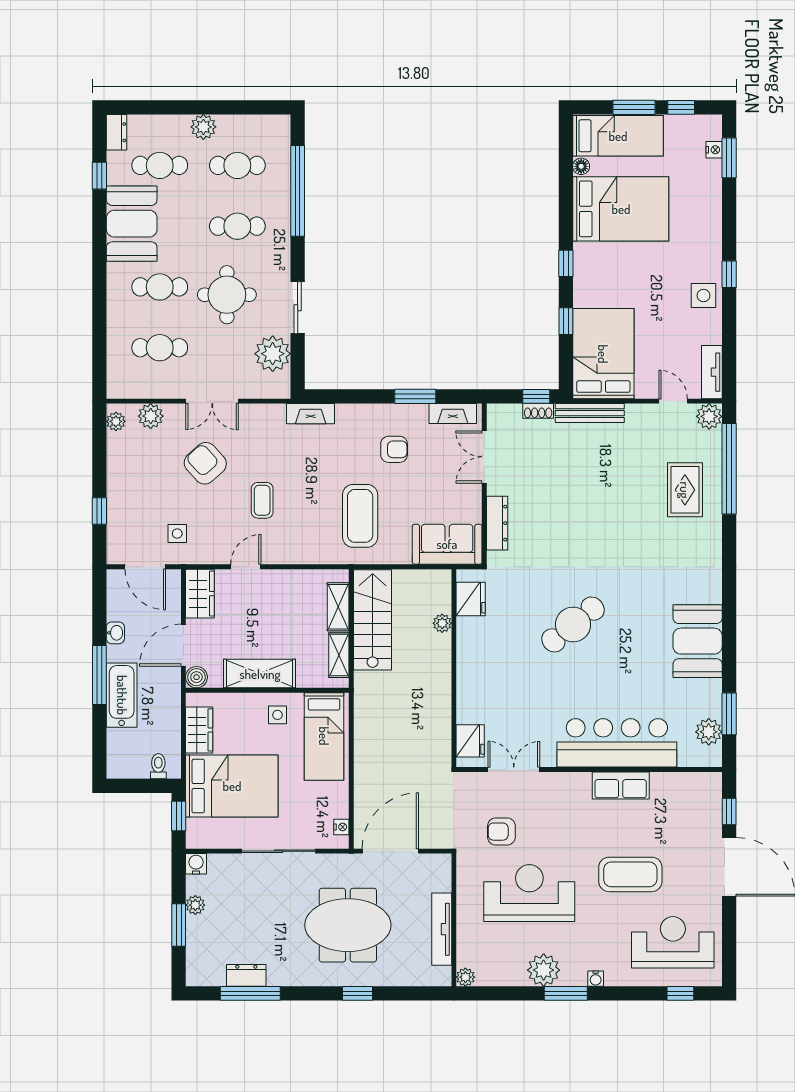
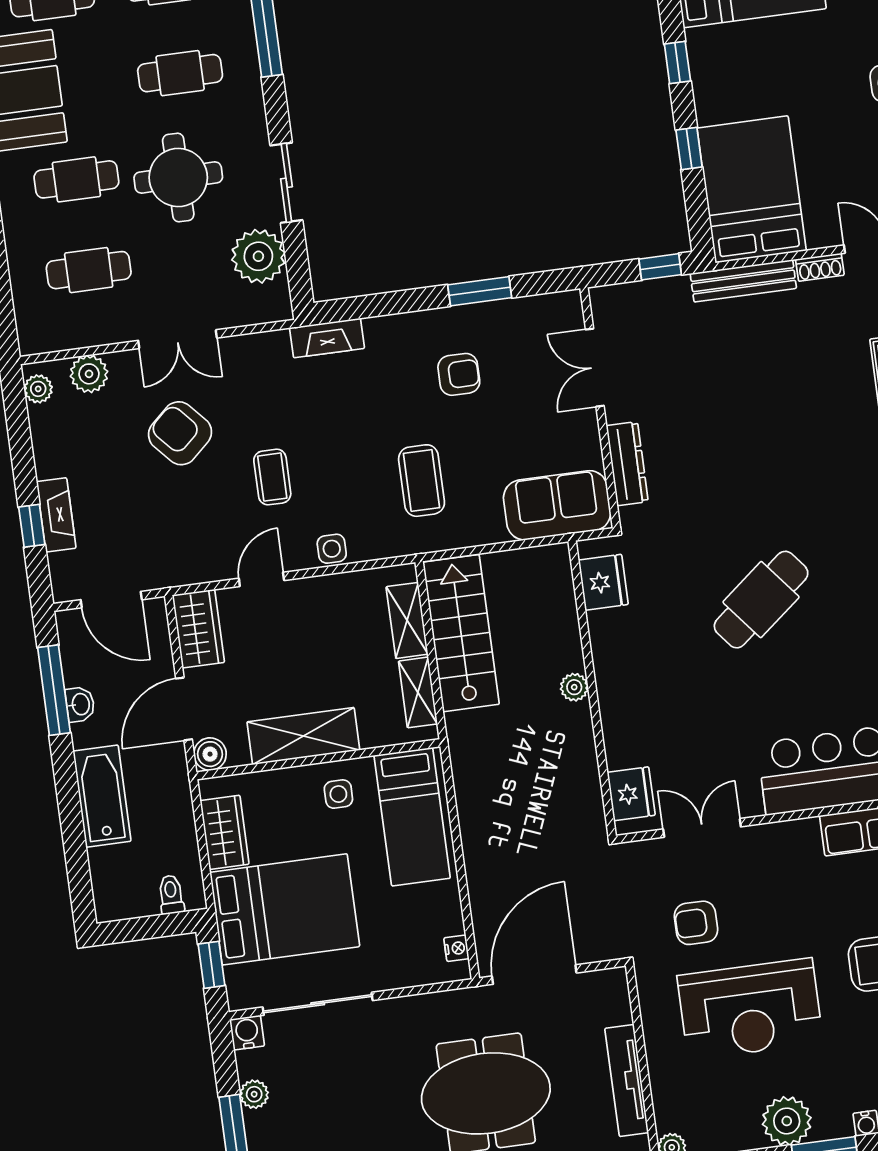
shoe rack: (538, 411) -> (820, 267), moved
fireplace: (453, 414) -> (56, 515), moved, turned -90
coffee table: (360, 516) -> (422, 481), width x0.73, depth x0.76
side table: (177, 534) -> (332, 549), moved
plant: (442, 623) -> (574, 687), moved
window: (99, 675) -> (54, 690), moved
sliding door: (278, 851) -> (318, 1004), moved
reception desk: (529, 893) -> (750, 1009), turned 180

